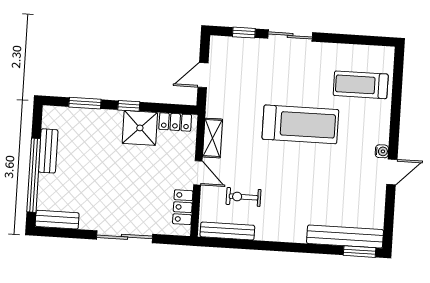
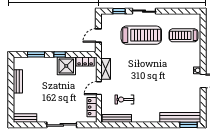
treadmill: (300, 124) -> (141, 35), moved
door: (198, 173) -> (99, 88), swing flipped
window: (34, 175) -> (11, 95), removed

